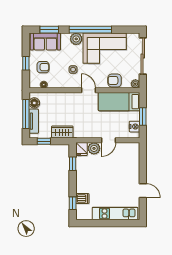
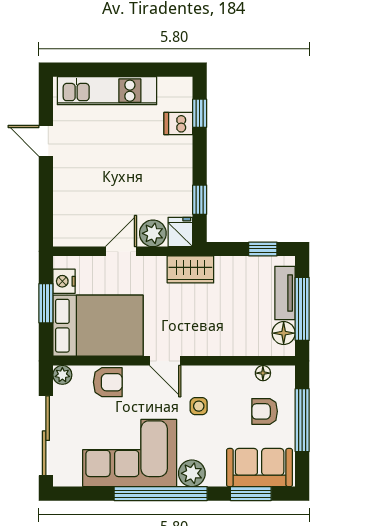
window: (26, 63) -> (302, 420), width x2.17
bed: (119, 102) -> (98, 326), width x1.50
wardrobe: (62, 132) -> (190, 269), moved

